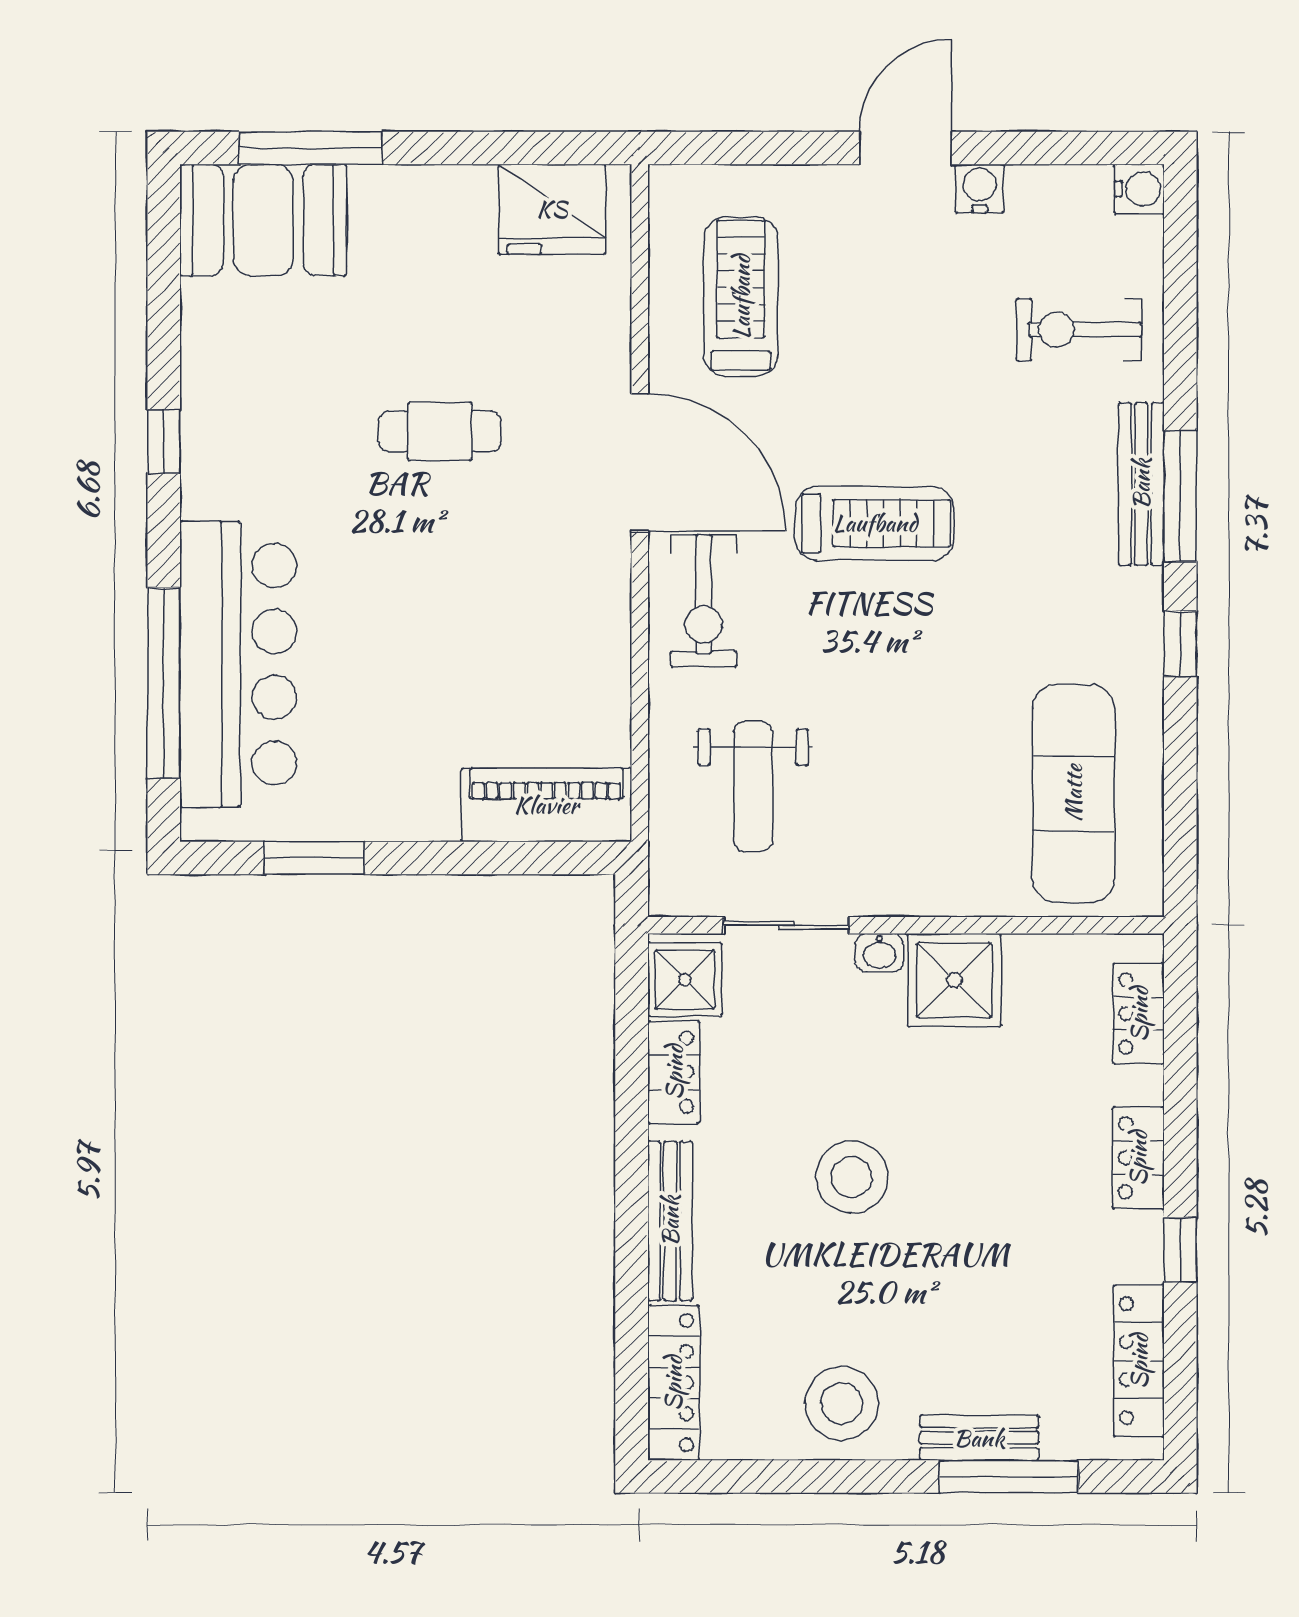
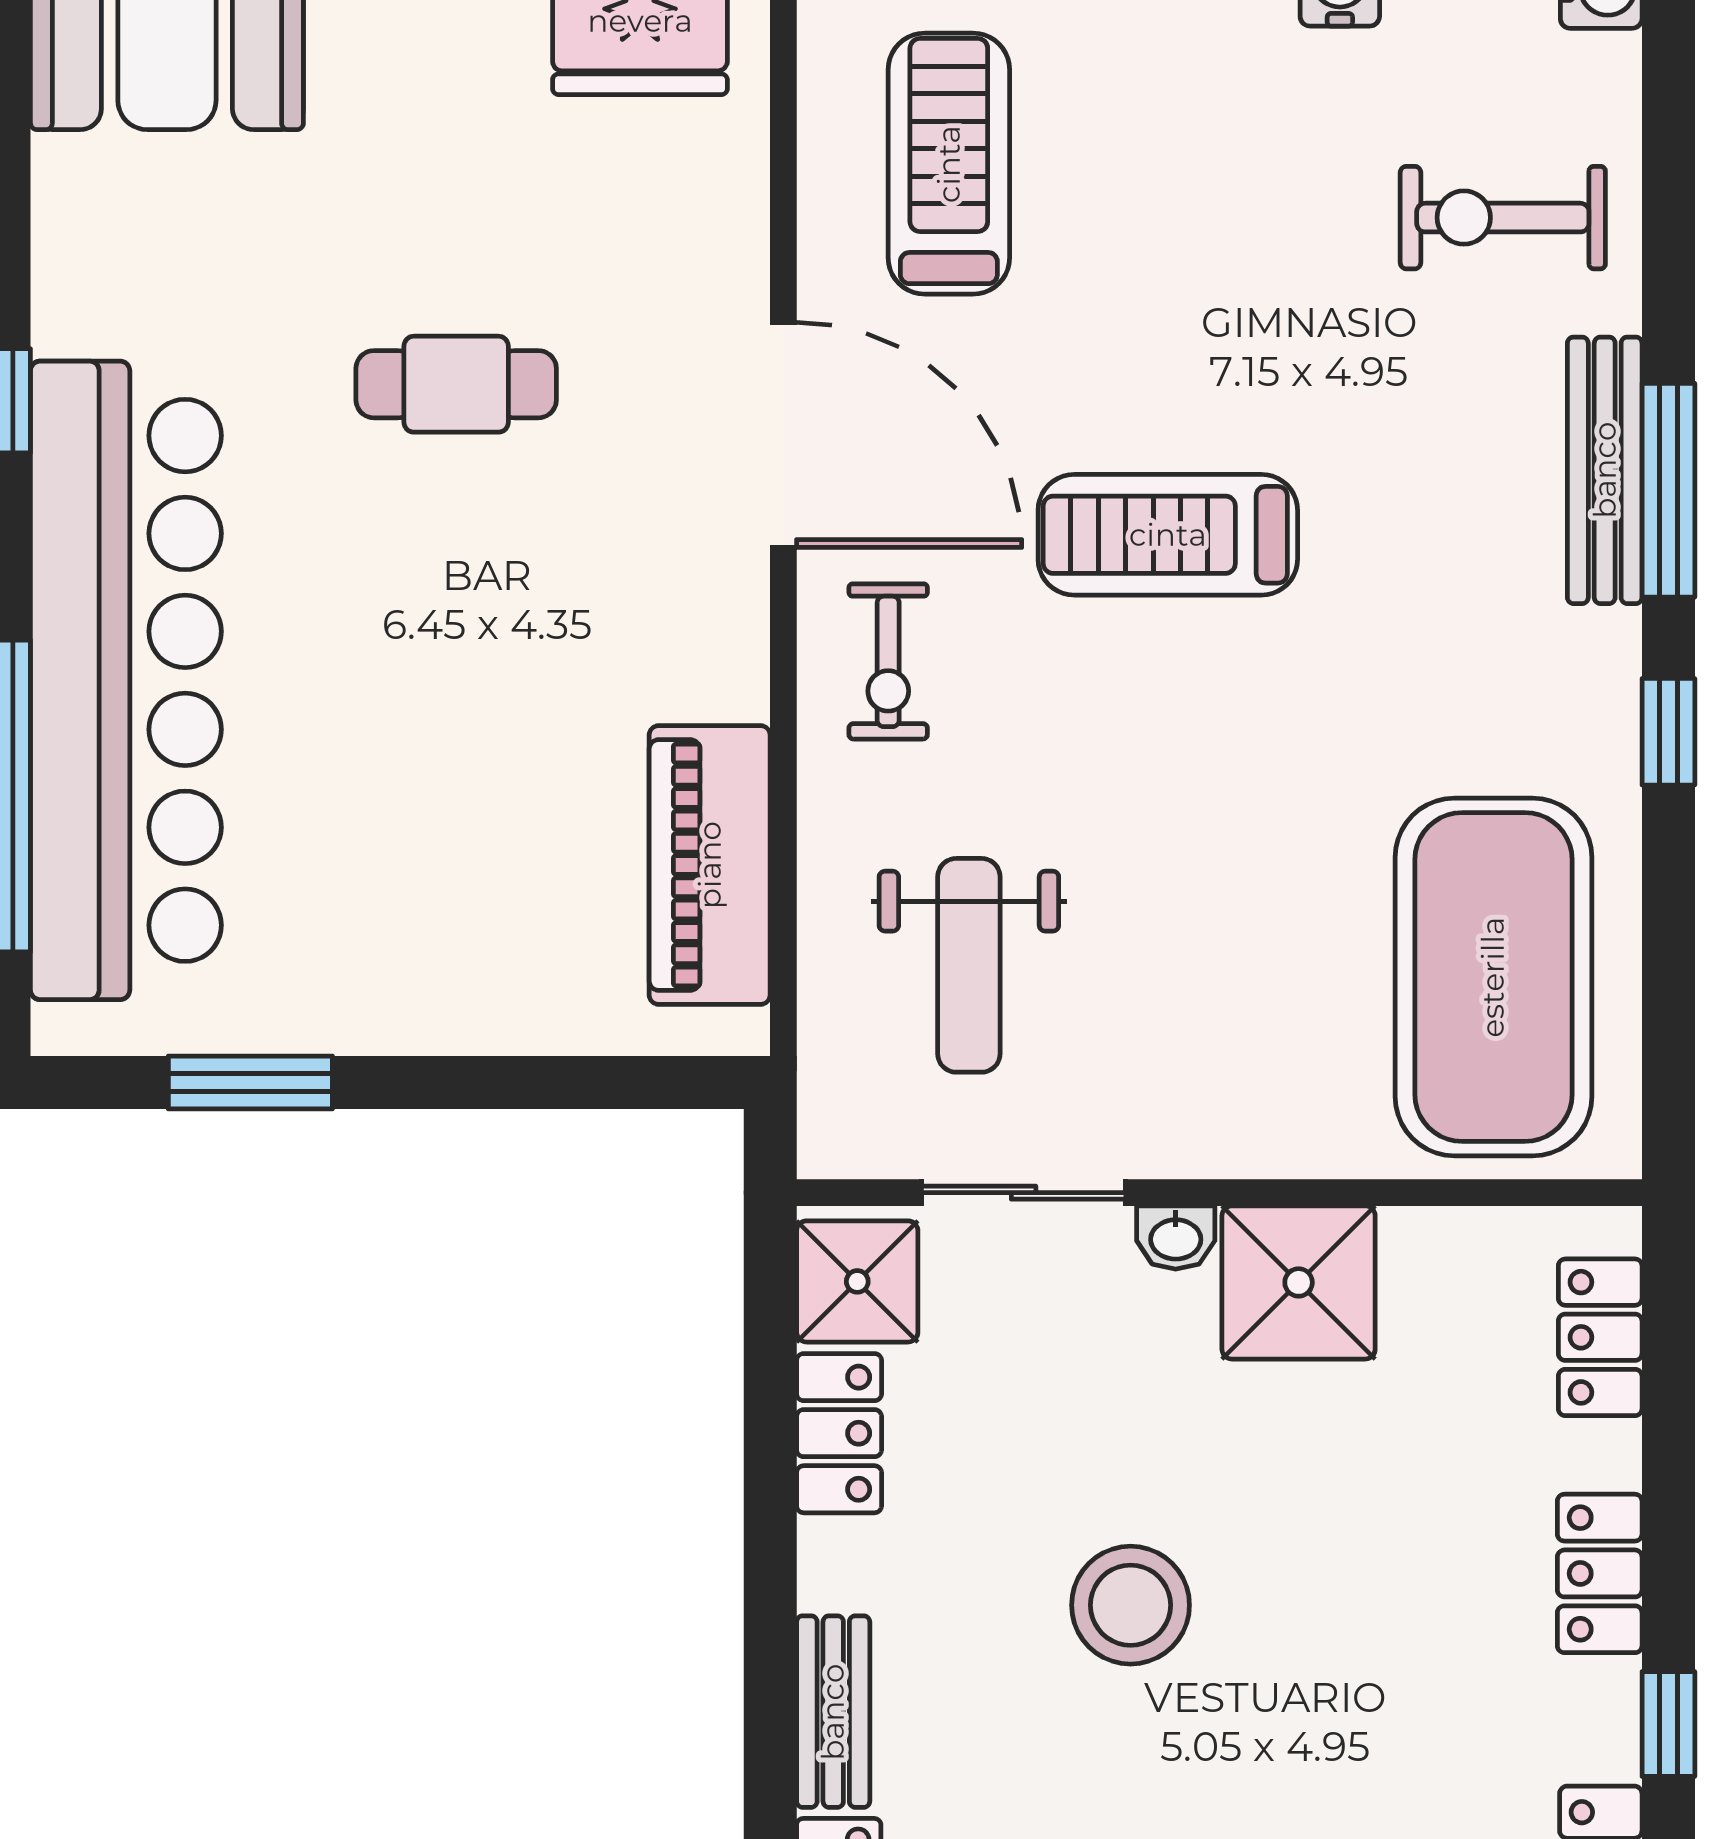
treadmill: (875, 523) -> (1168, 535), turned 180
exercise bike: (704, 601) -> (888, 661), width x0.73, depth x0.72
bar counter: (238, 664) -> (126, 680), width x1.36
exercise mat: (1073, 793) -> (1493, 977), width x1.47
piano: (546, 805) -> (710, 865), moved, turned -90
bench: (670, 1221) -> (833, 1712), width x0.73

